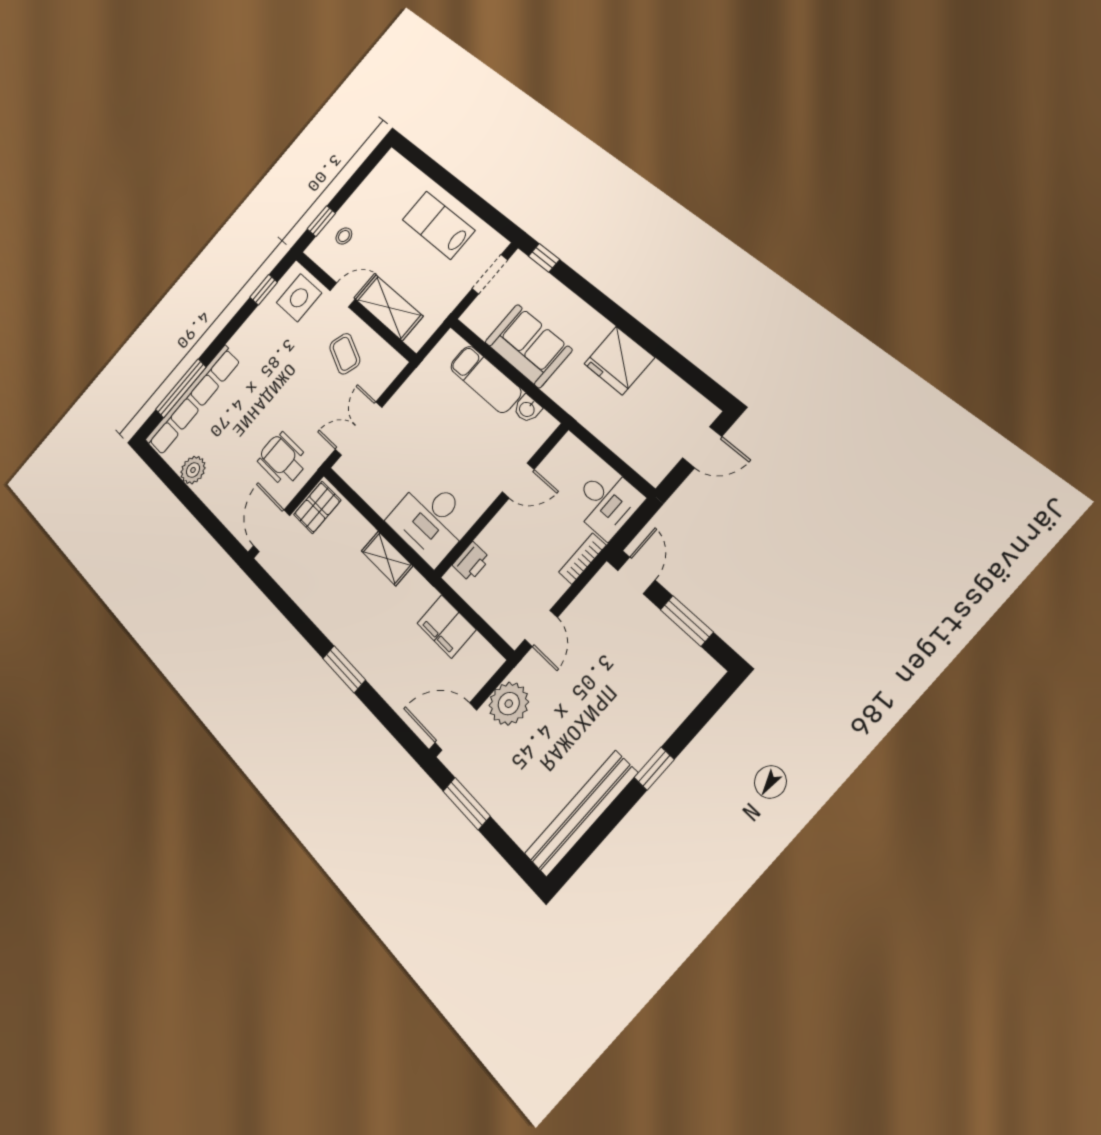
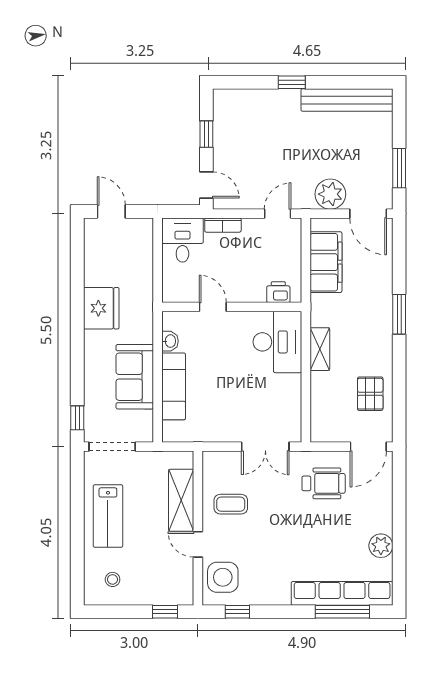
stool: (344, 236) -> (113, 579), moved
doorway: (490, 274) -> (112, 447), width x1.38
coffee table: (345, 354) -> (231, 504), turned 69
wheelchair: (283, 459) -> (324, 483), turned -90
pallet: (317, 507) -> (370, 394), moved, turned 90
door: (636, 575) -> (206, 185), swing flipped
window: (687, 621) -> (206, 134), width x0.67
filing cabinet: (446, 626) -> (326, 262), width x1.50, depth x1.17

